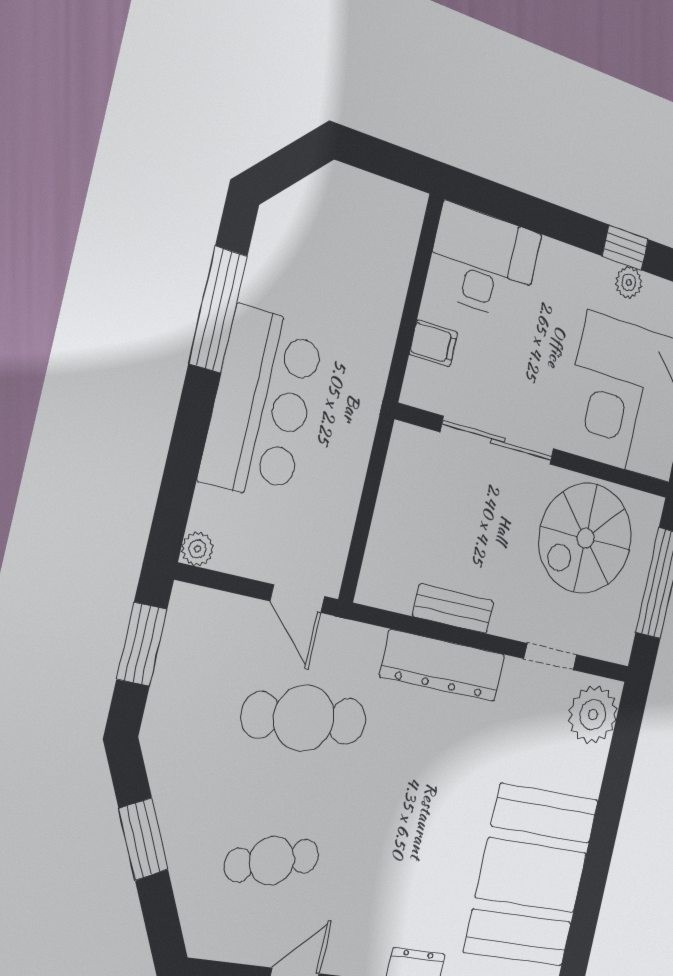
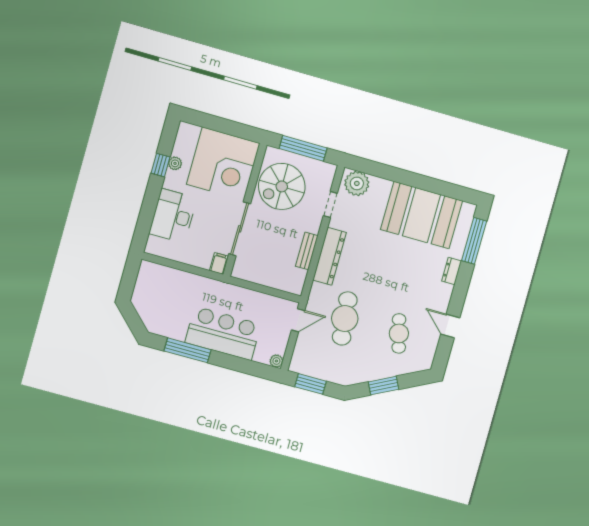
desk: (483, 262) -> (173, 216), moved
filing cabinet: (433, 343) -> (219, 263), moved
spiral stairs: (585, 538) -> (282, 186), turned 90

